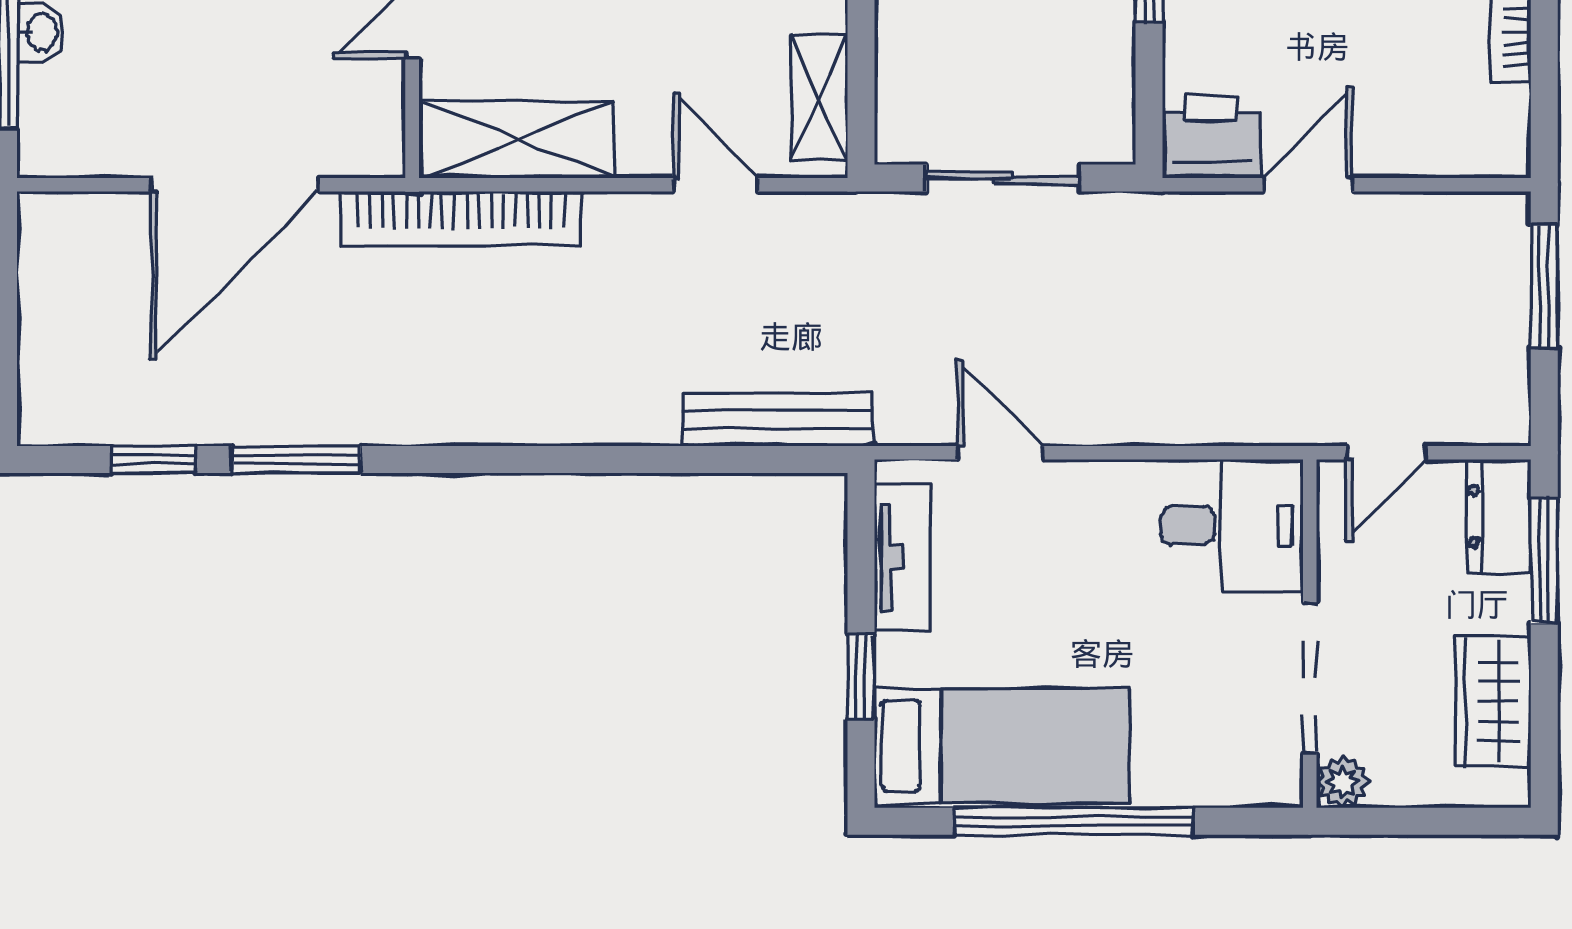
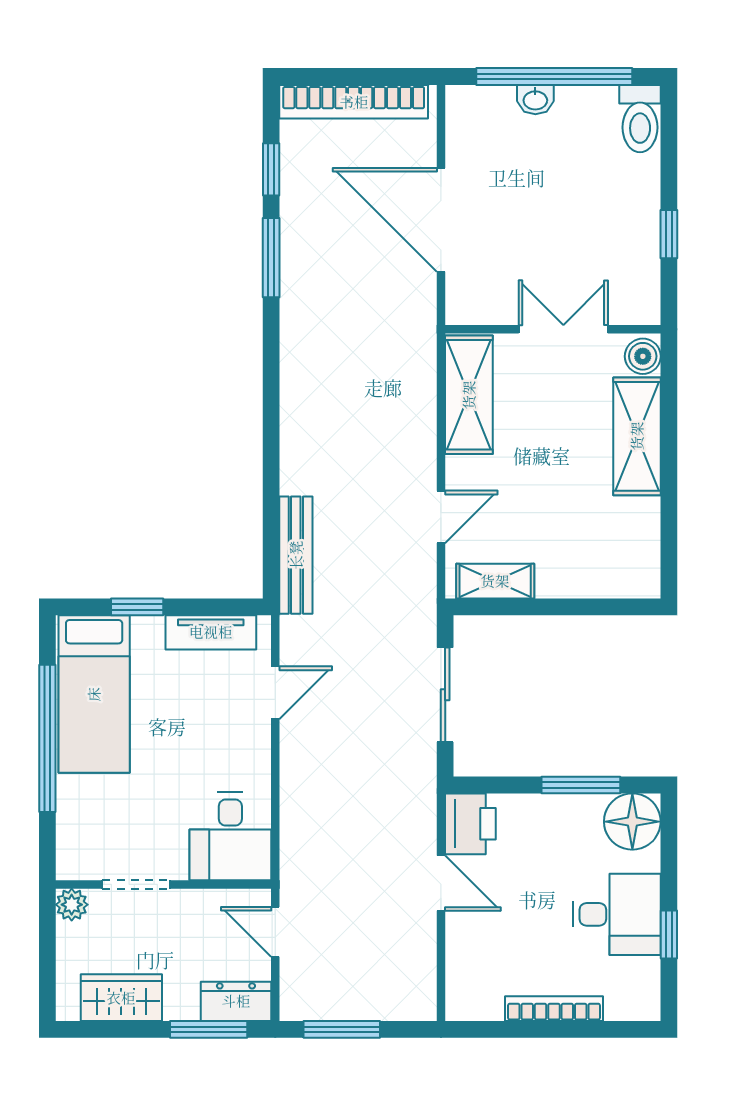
bookcase: (461, 219) -> (354, 102), moved, turned -90
window: (1544, 286) -> (342, 1029), moved
doorway: (1310, 678) -> (136, 884), width x0.73

